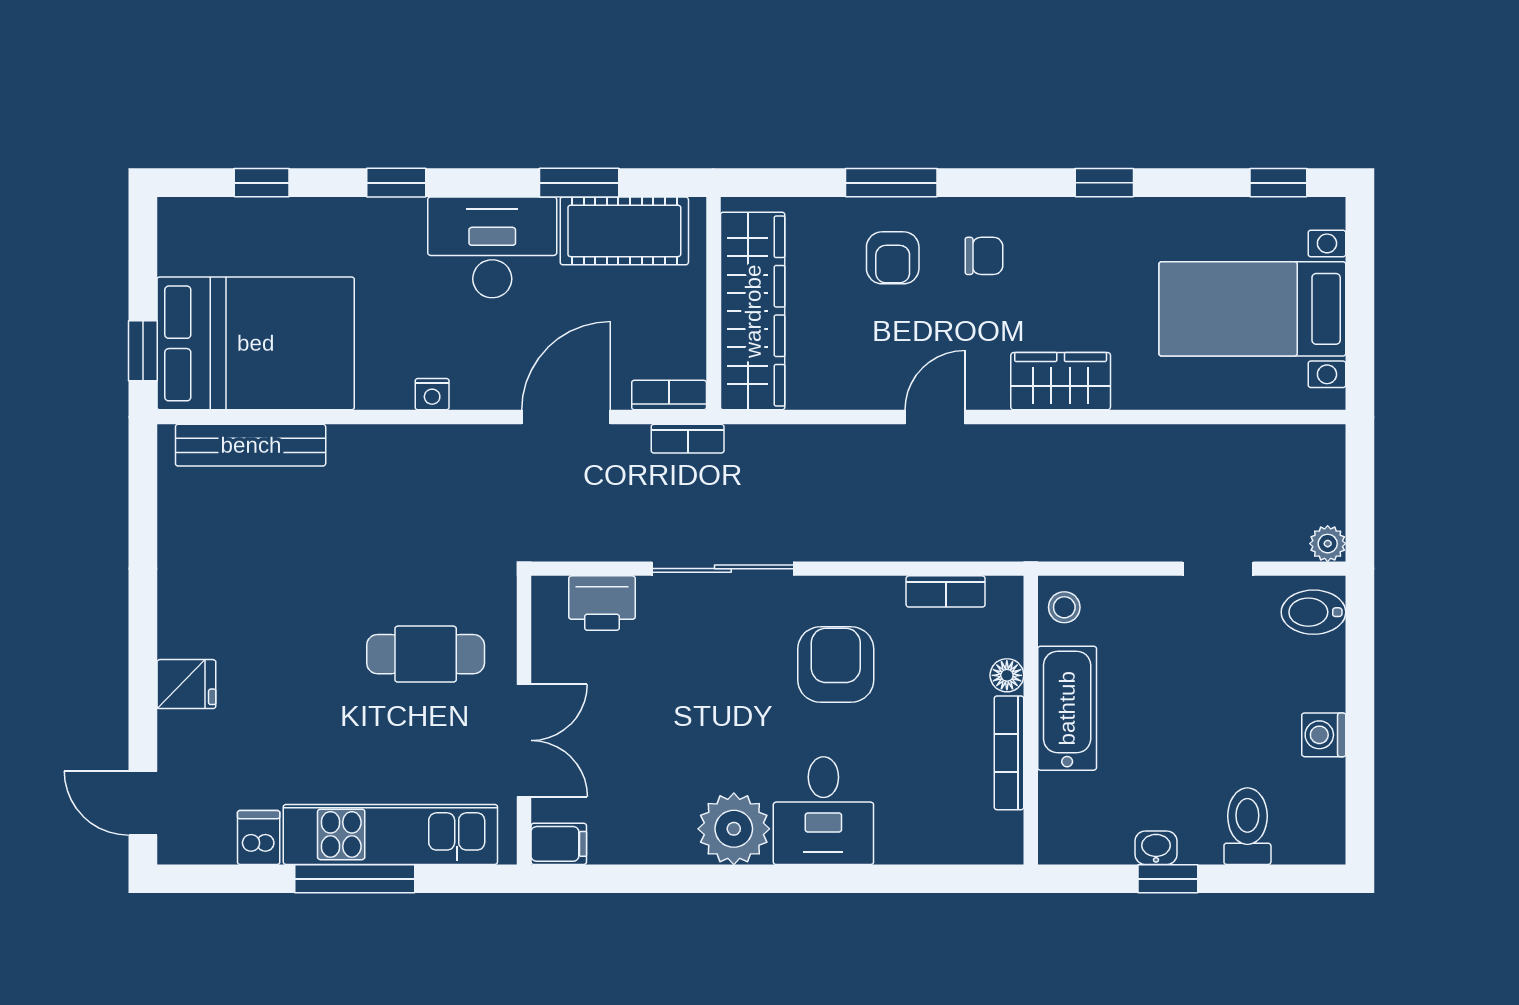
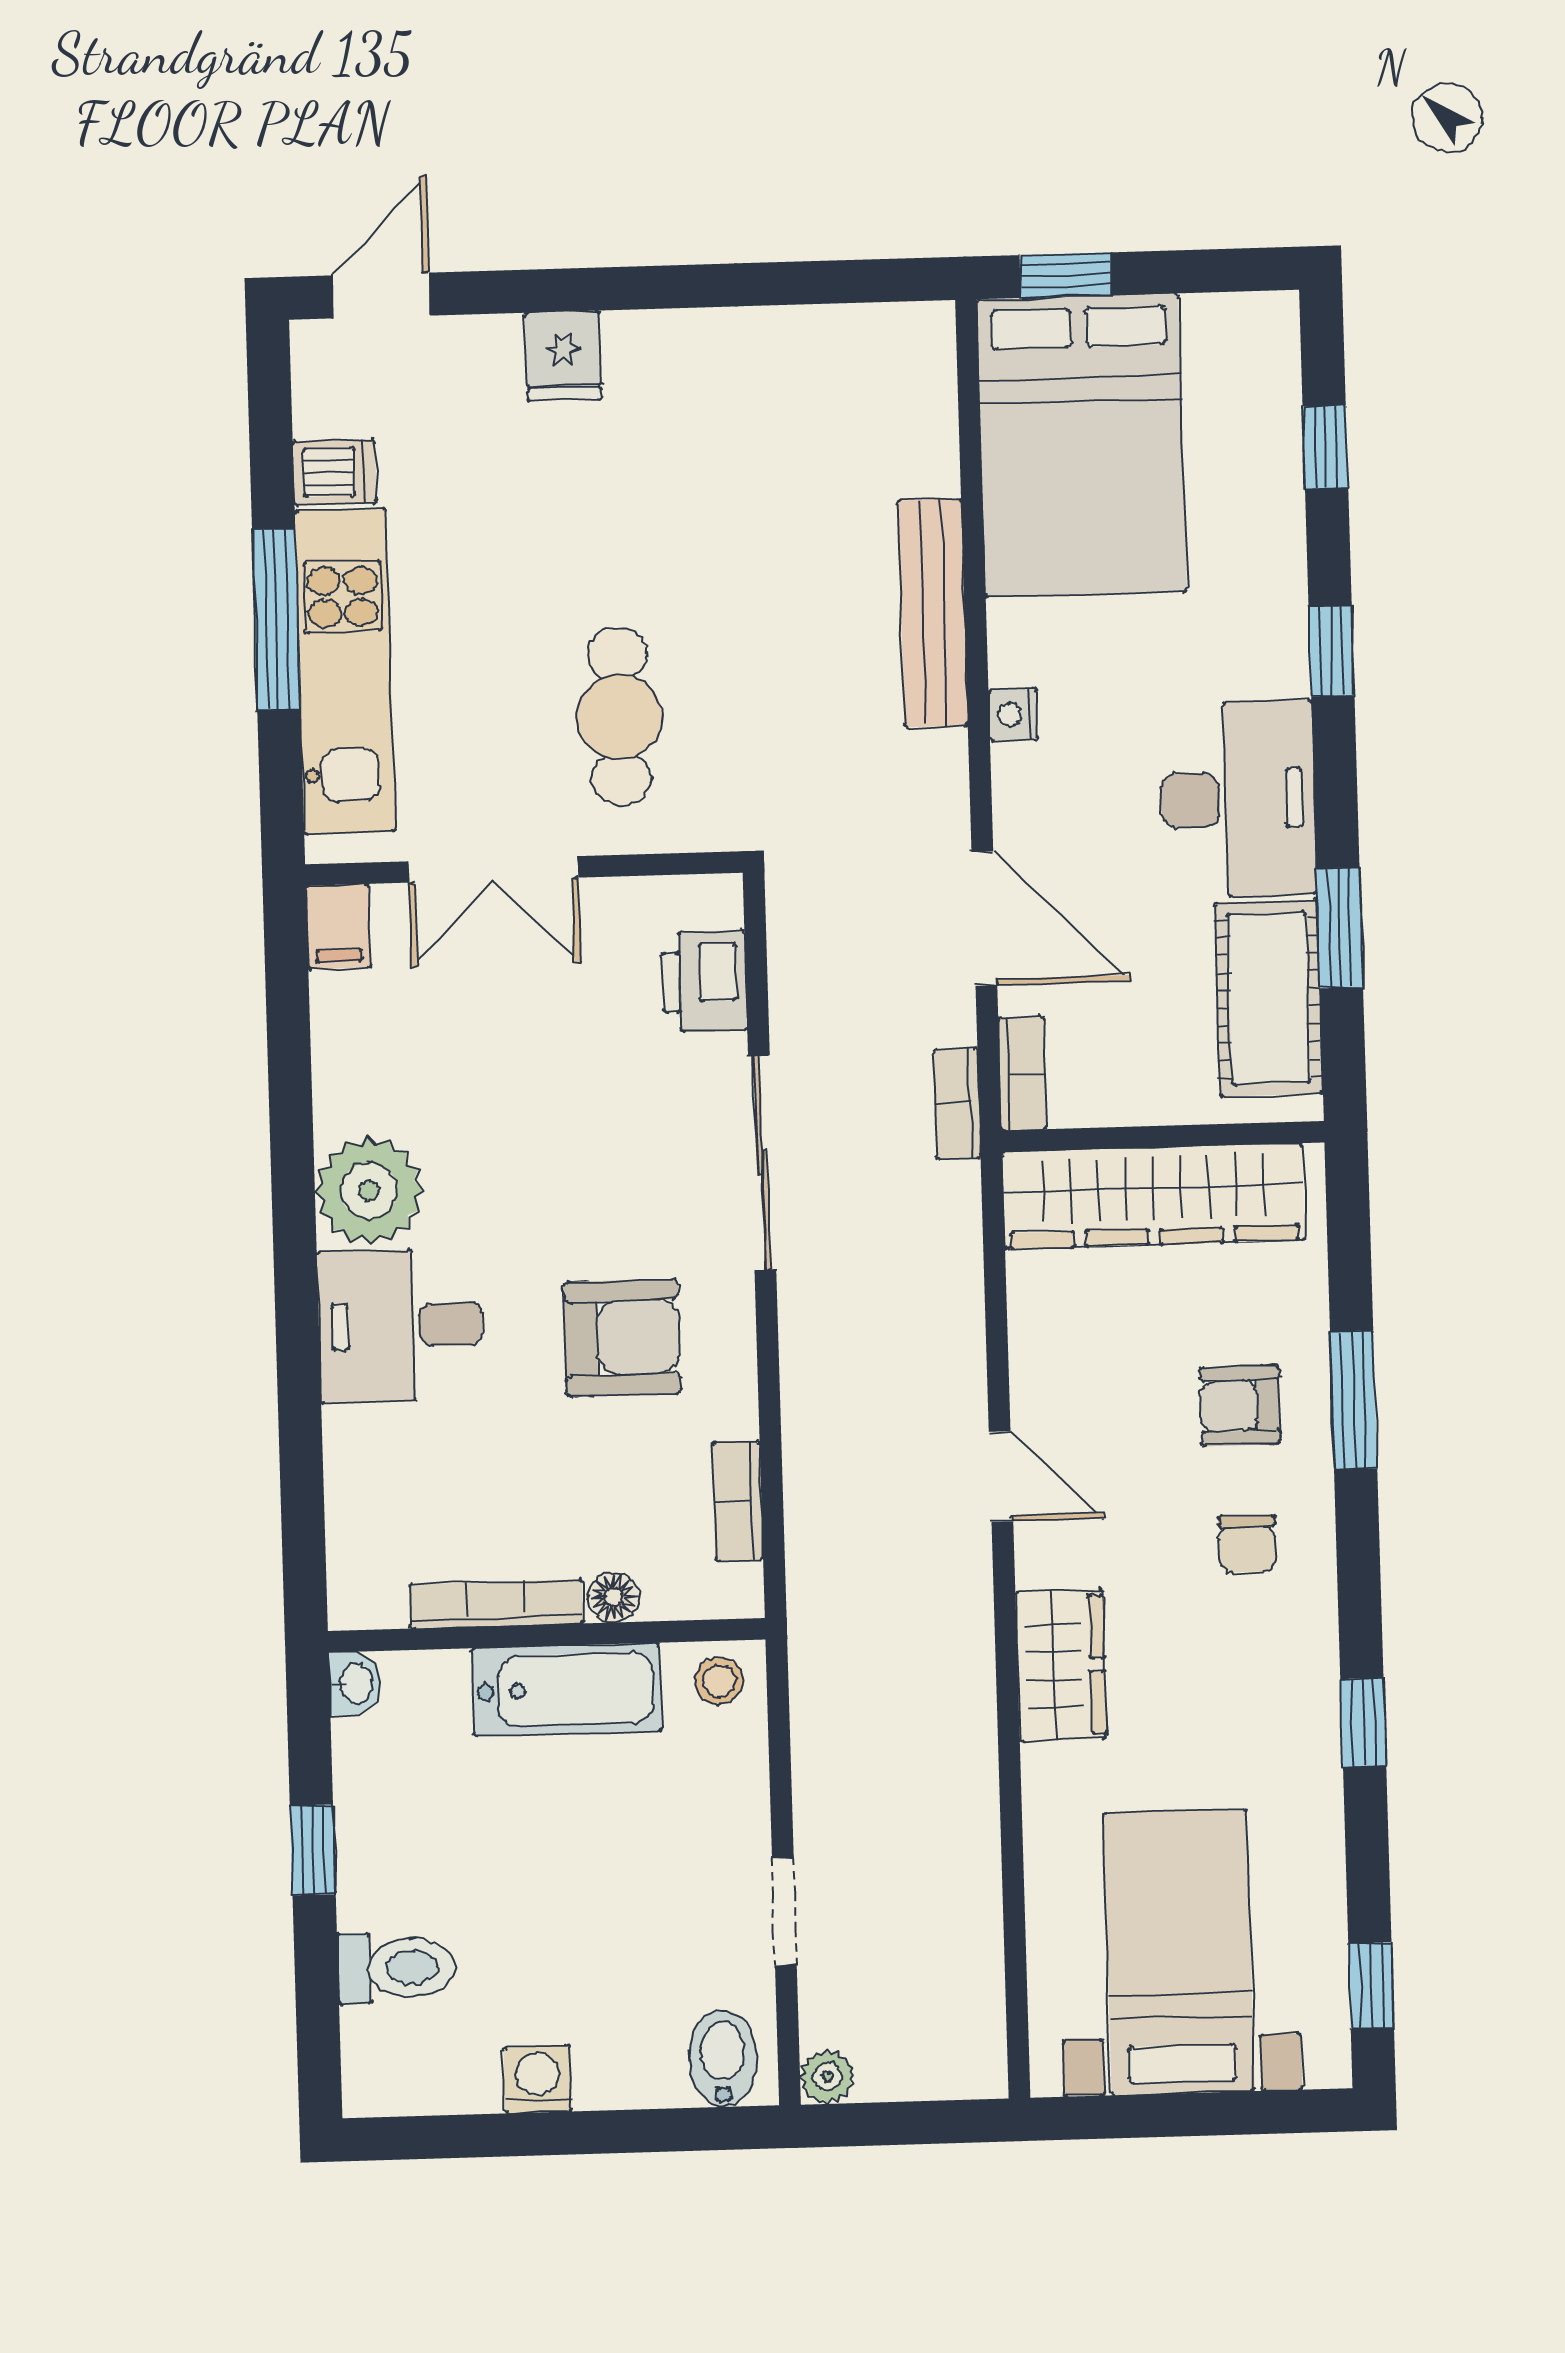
bench: (251, 445) -> (933, 613), moved
washbasin: (1156, 848) -> (355, 1683), moved

